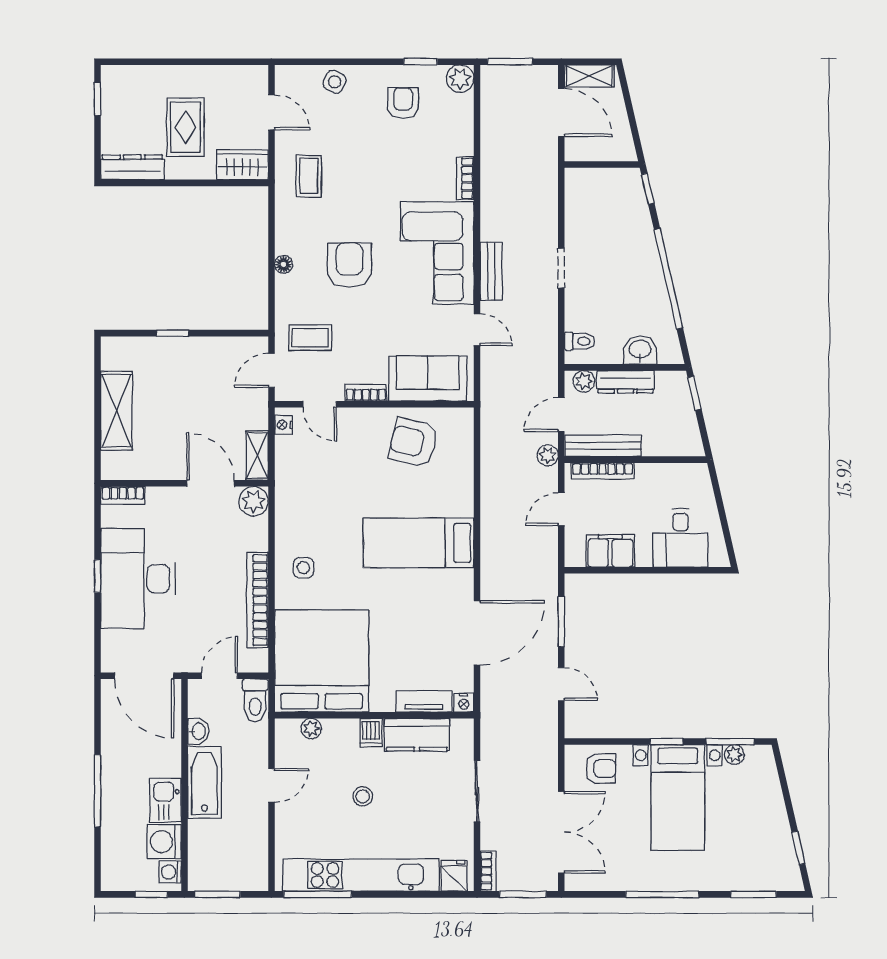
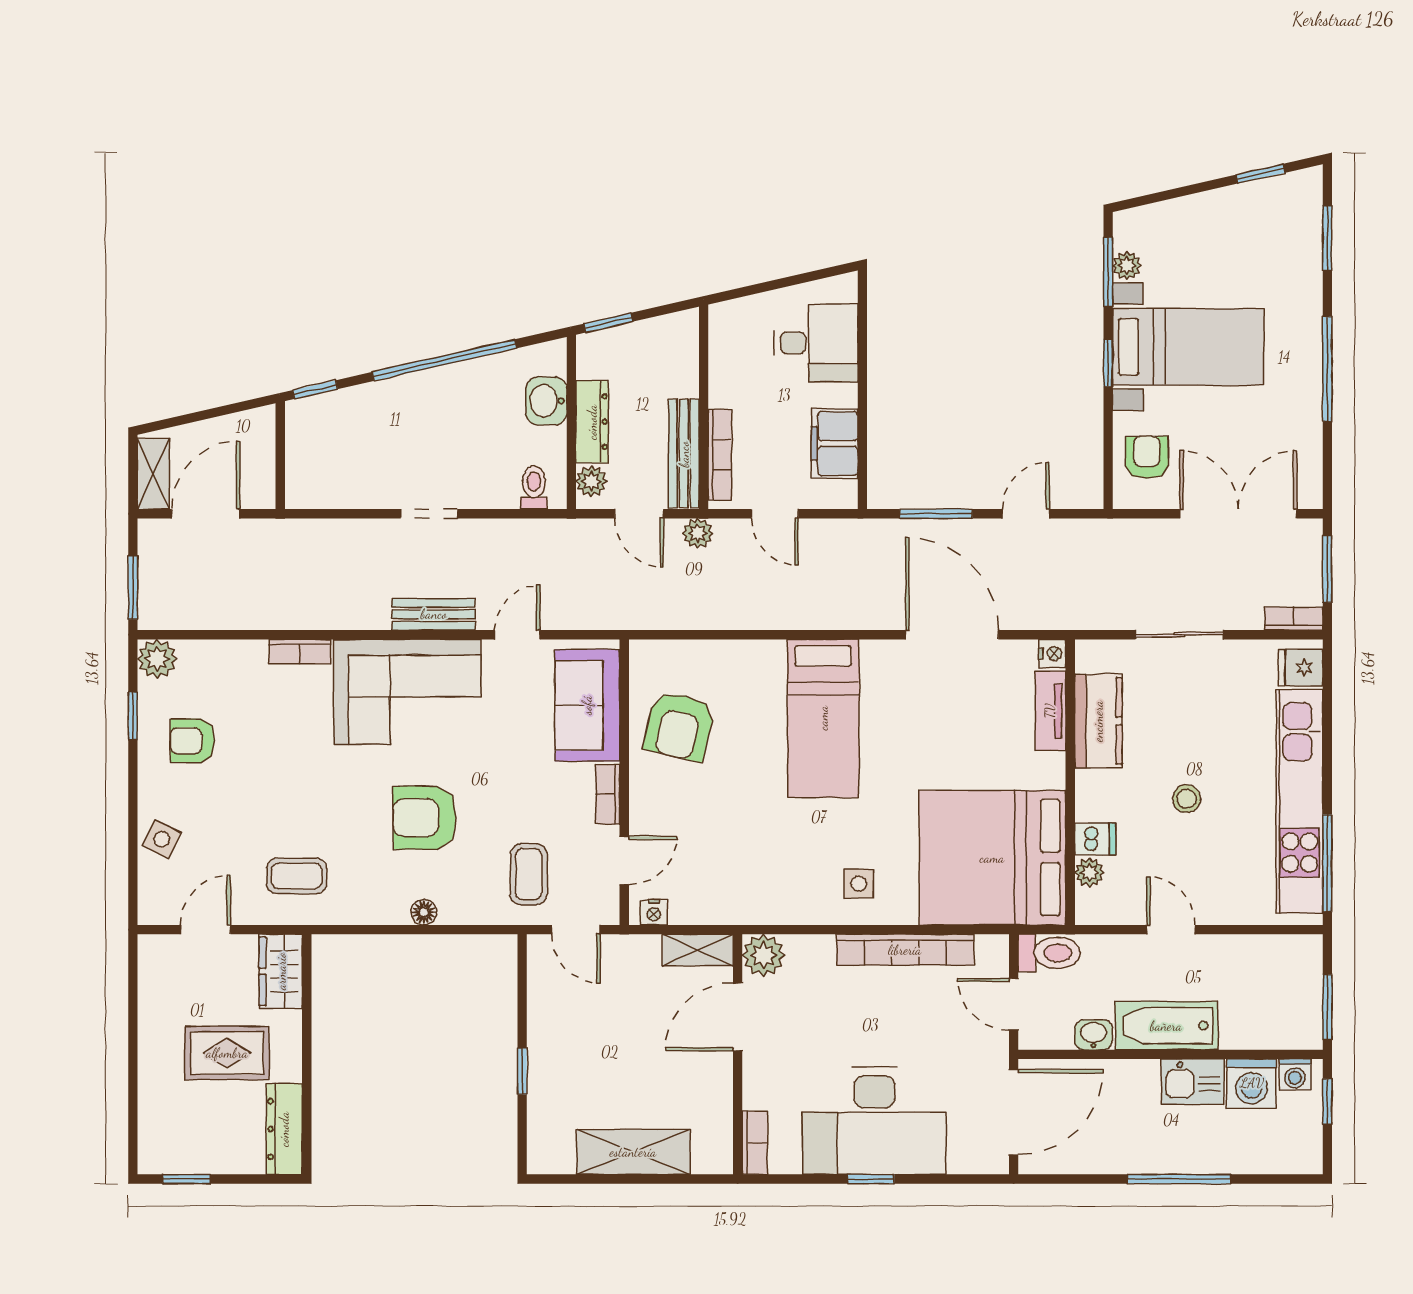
dishwasher: (371, 733) -> (1095, 839), moved

